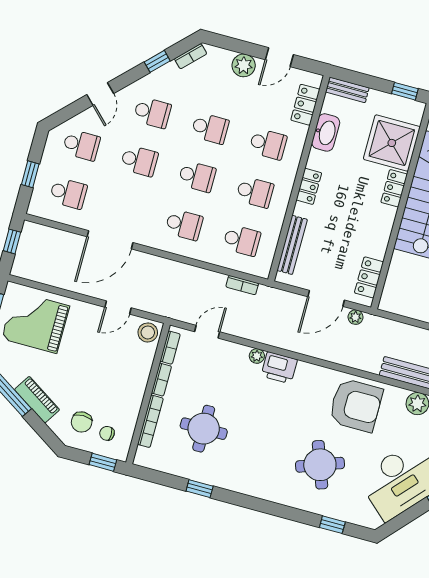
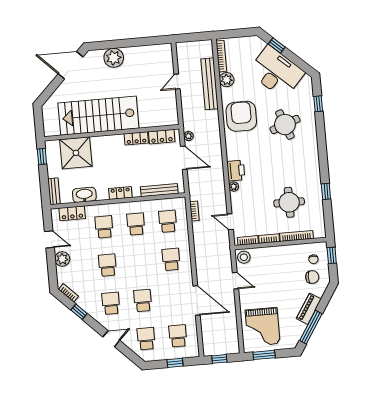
school desk: (197, 176) -> (139, 262), removed
locker: (394, 188) -> (136, 138), moved

